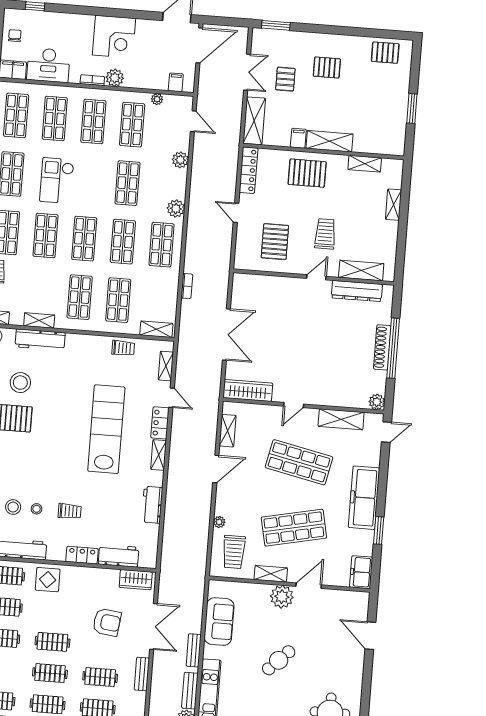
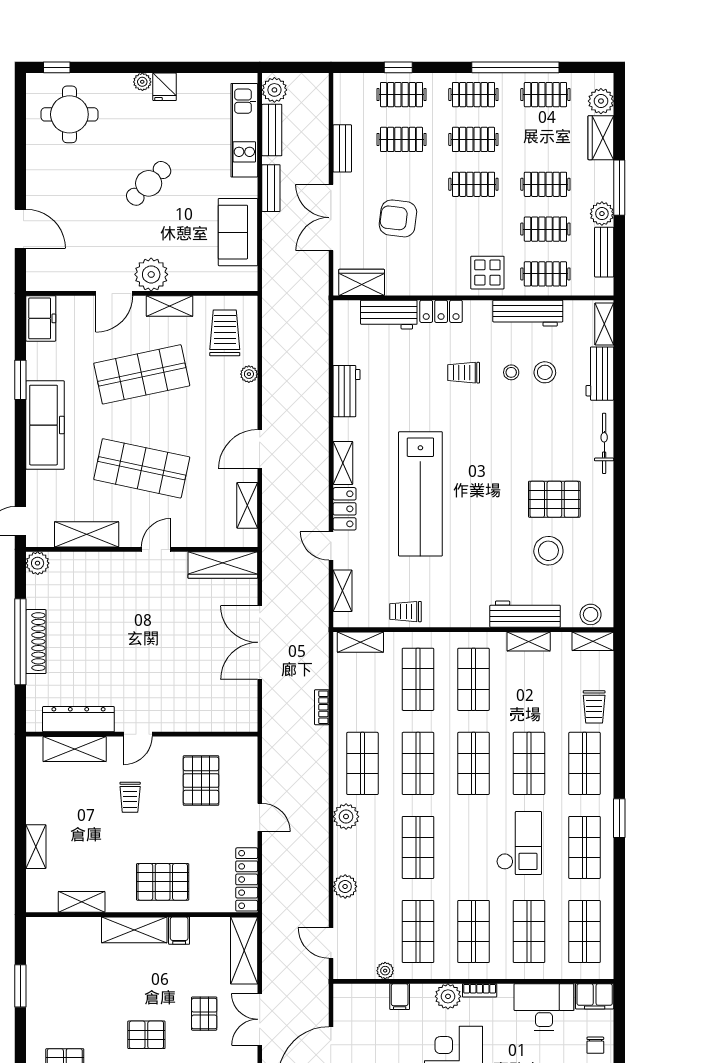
filing cabinet: (176, 82) -> (400, 997), moved
trolley: (325, 234) -> (130, 797), width x0.73, depth x0.72

